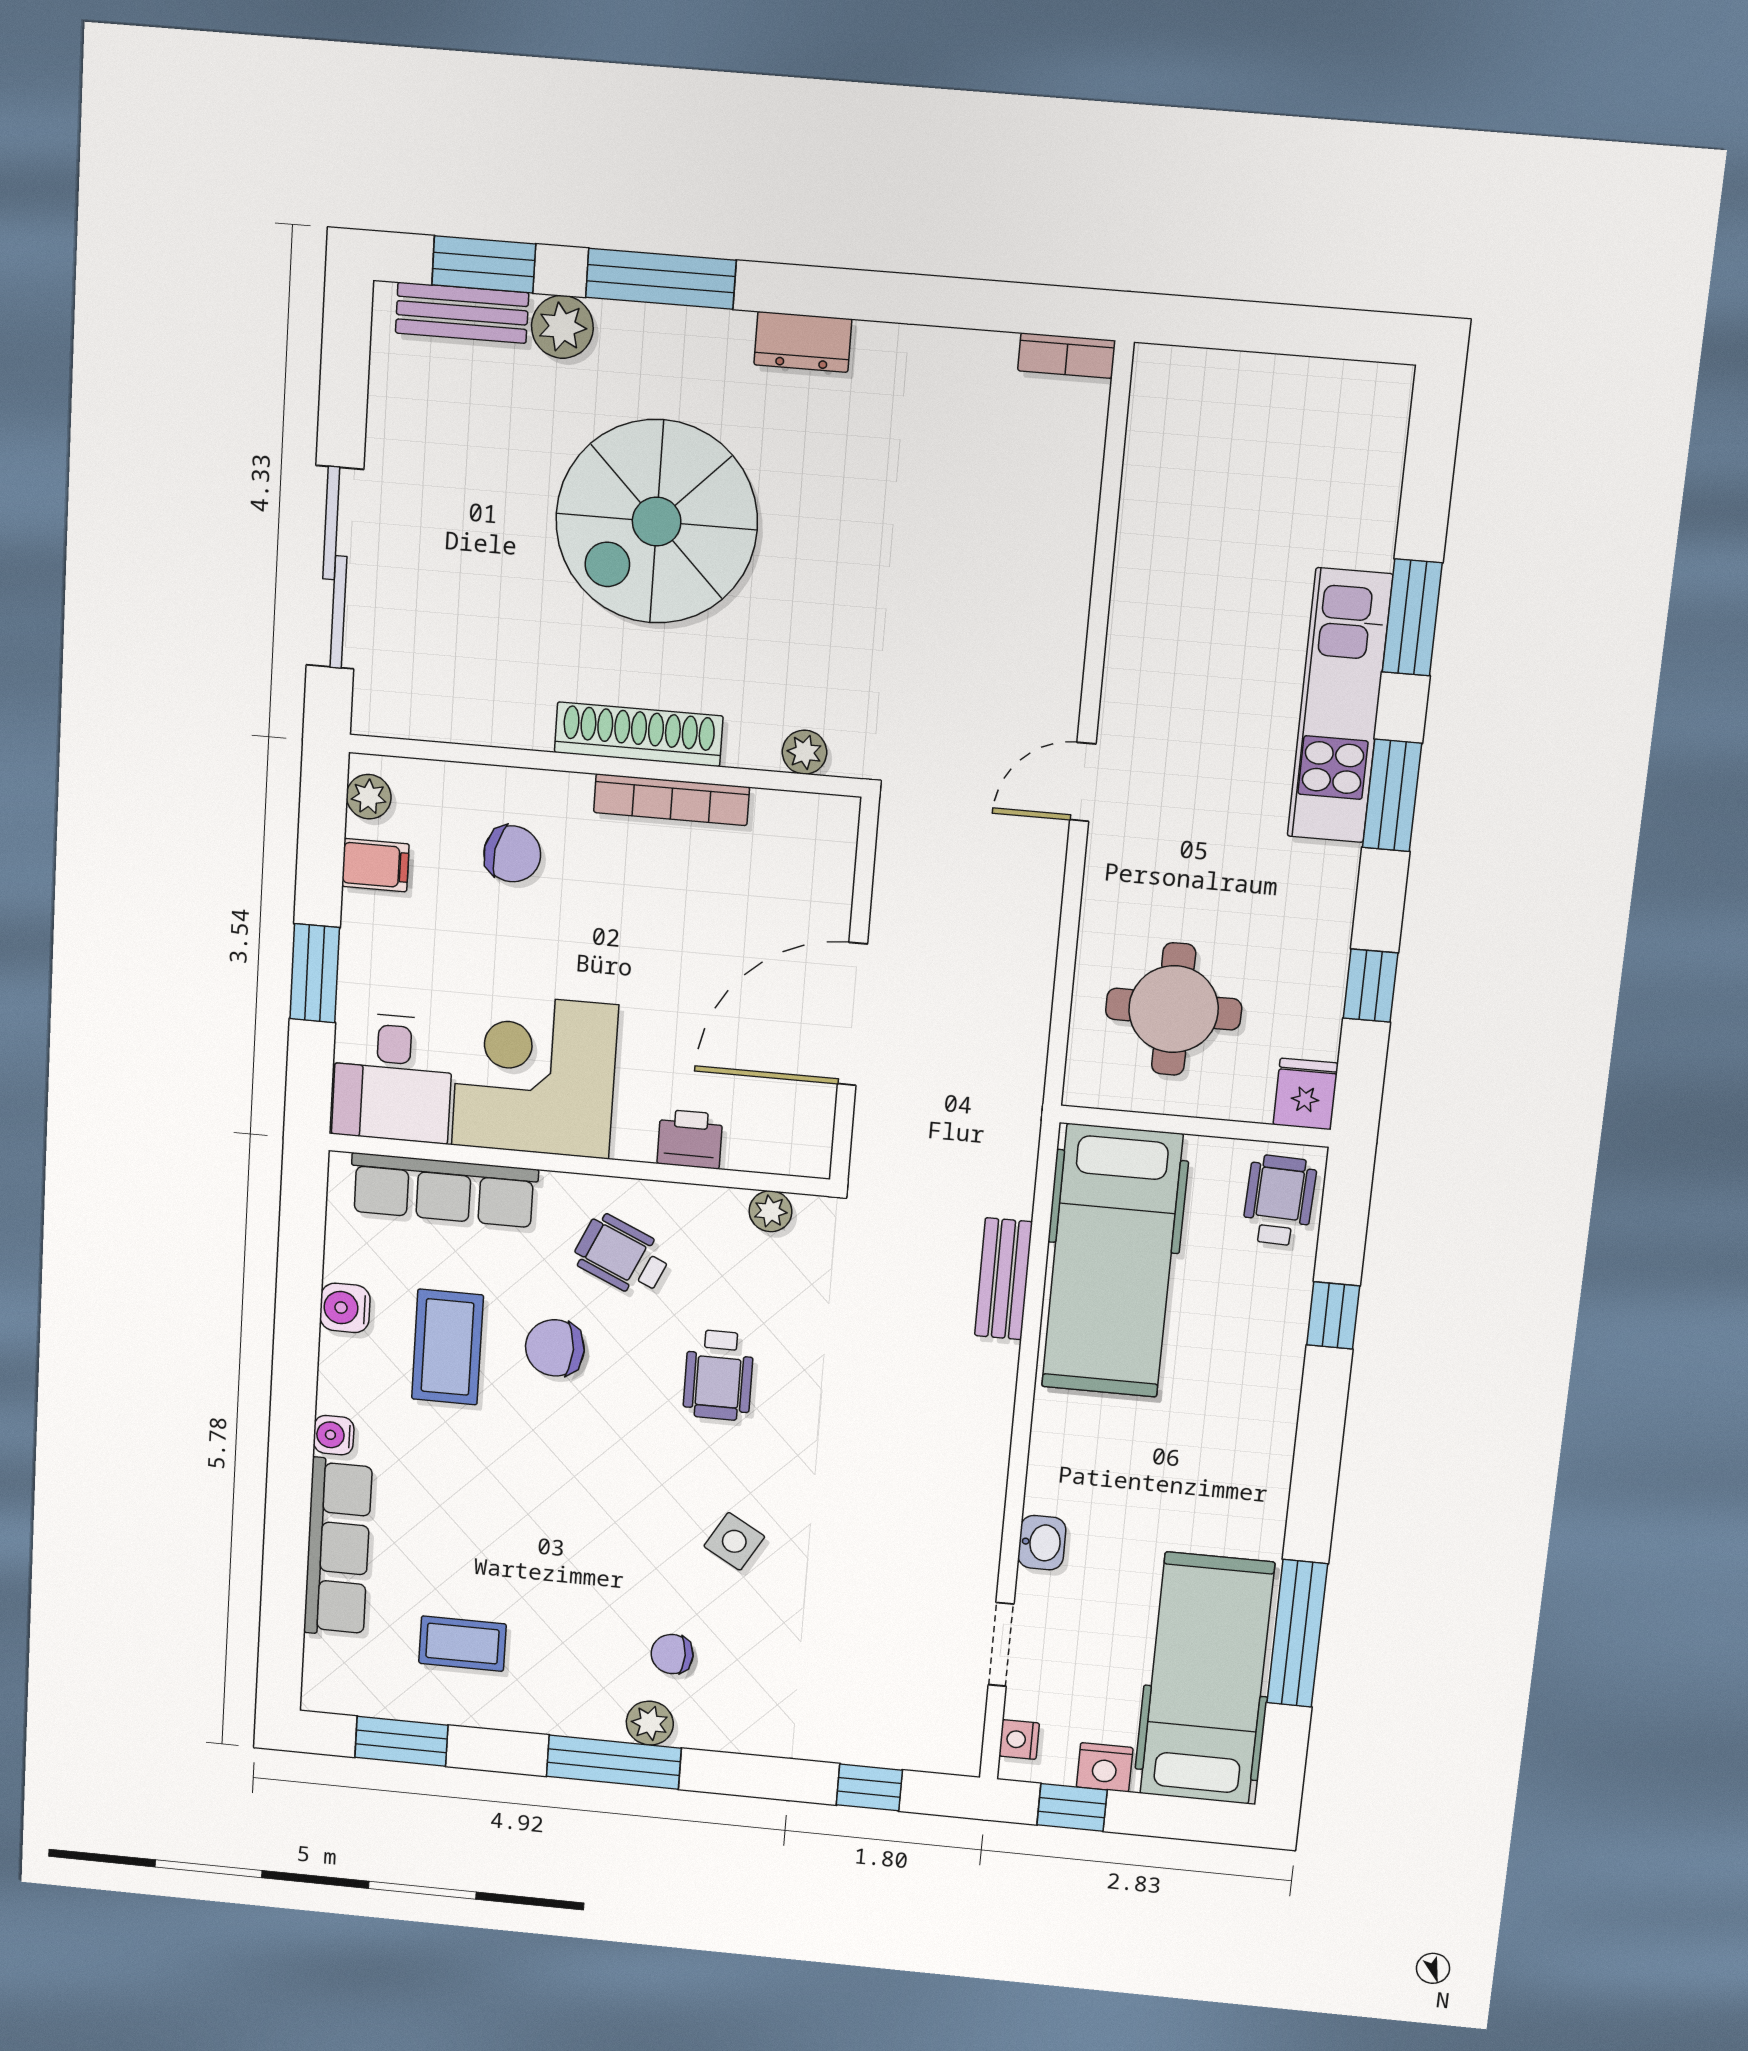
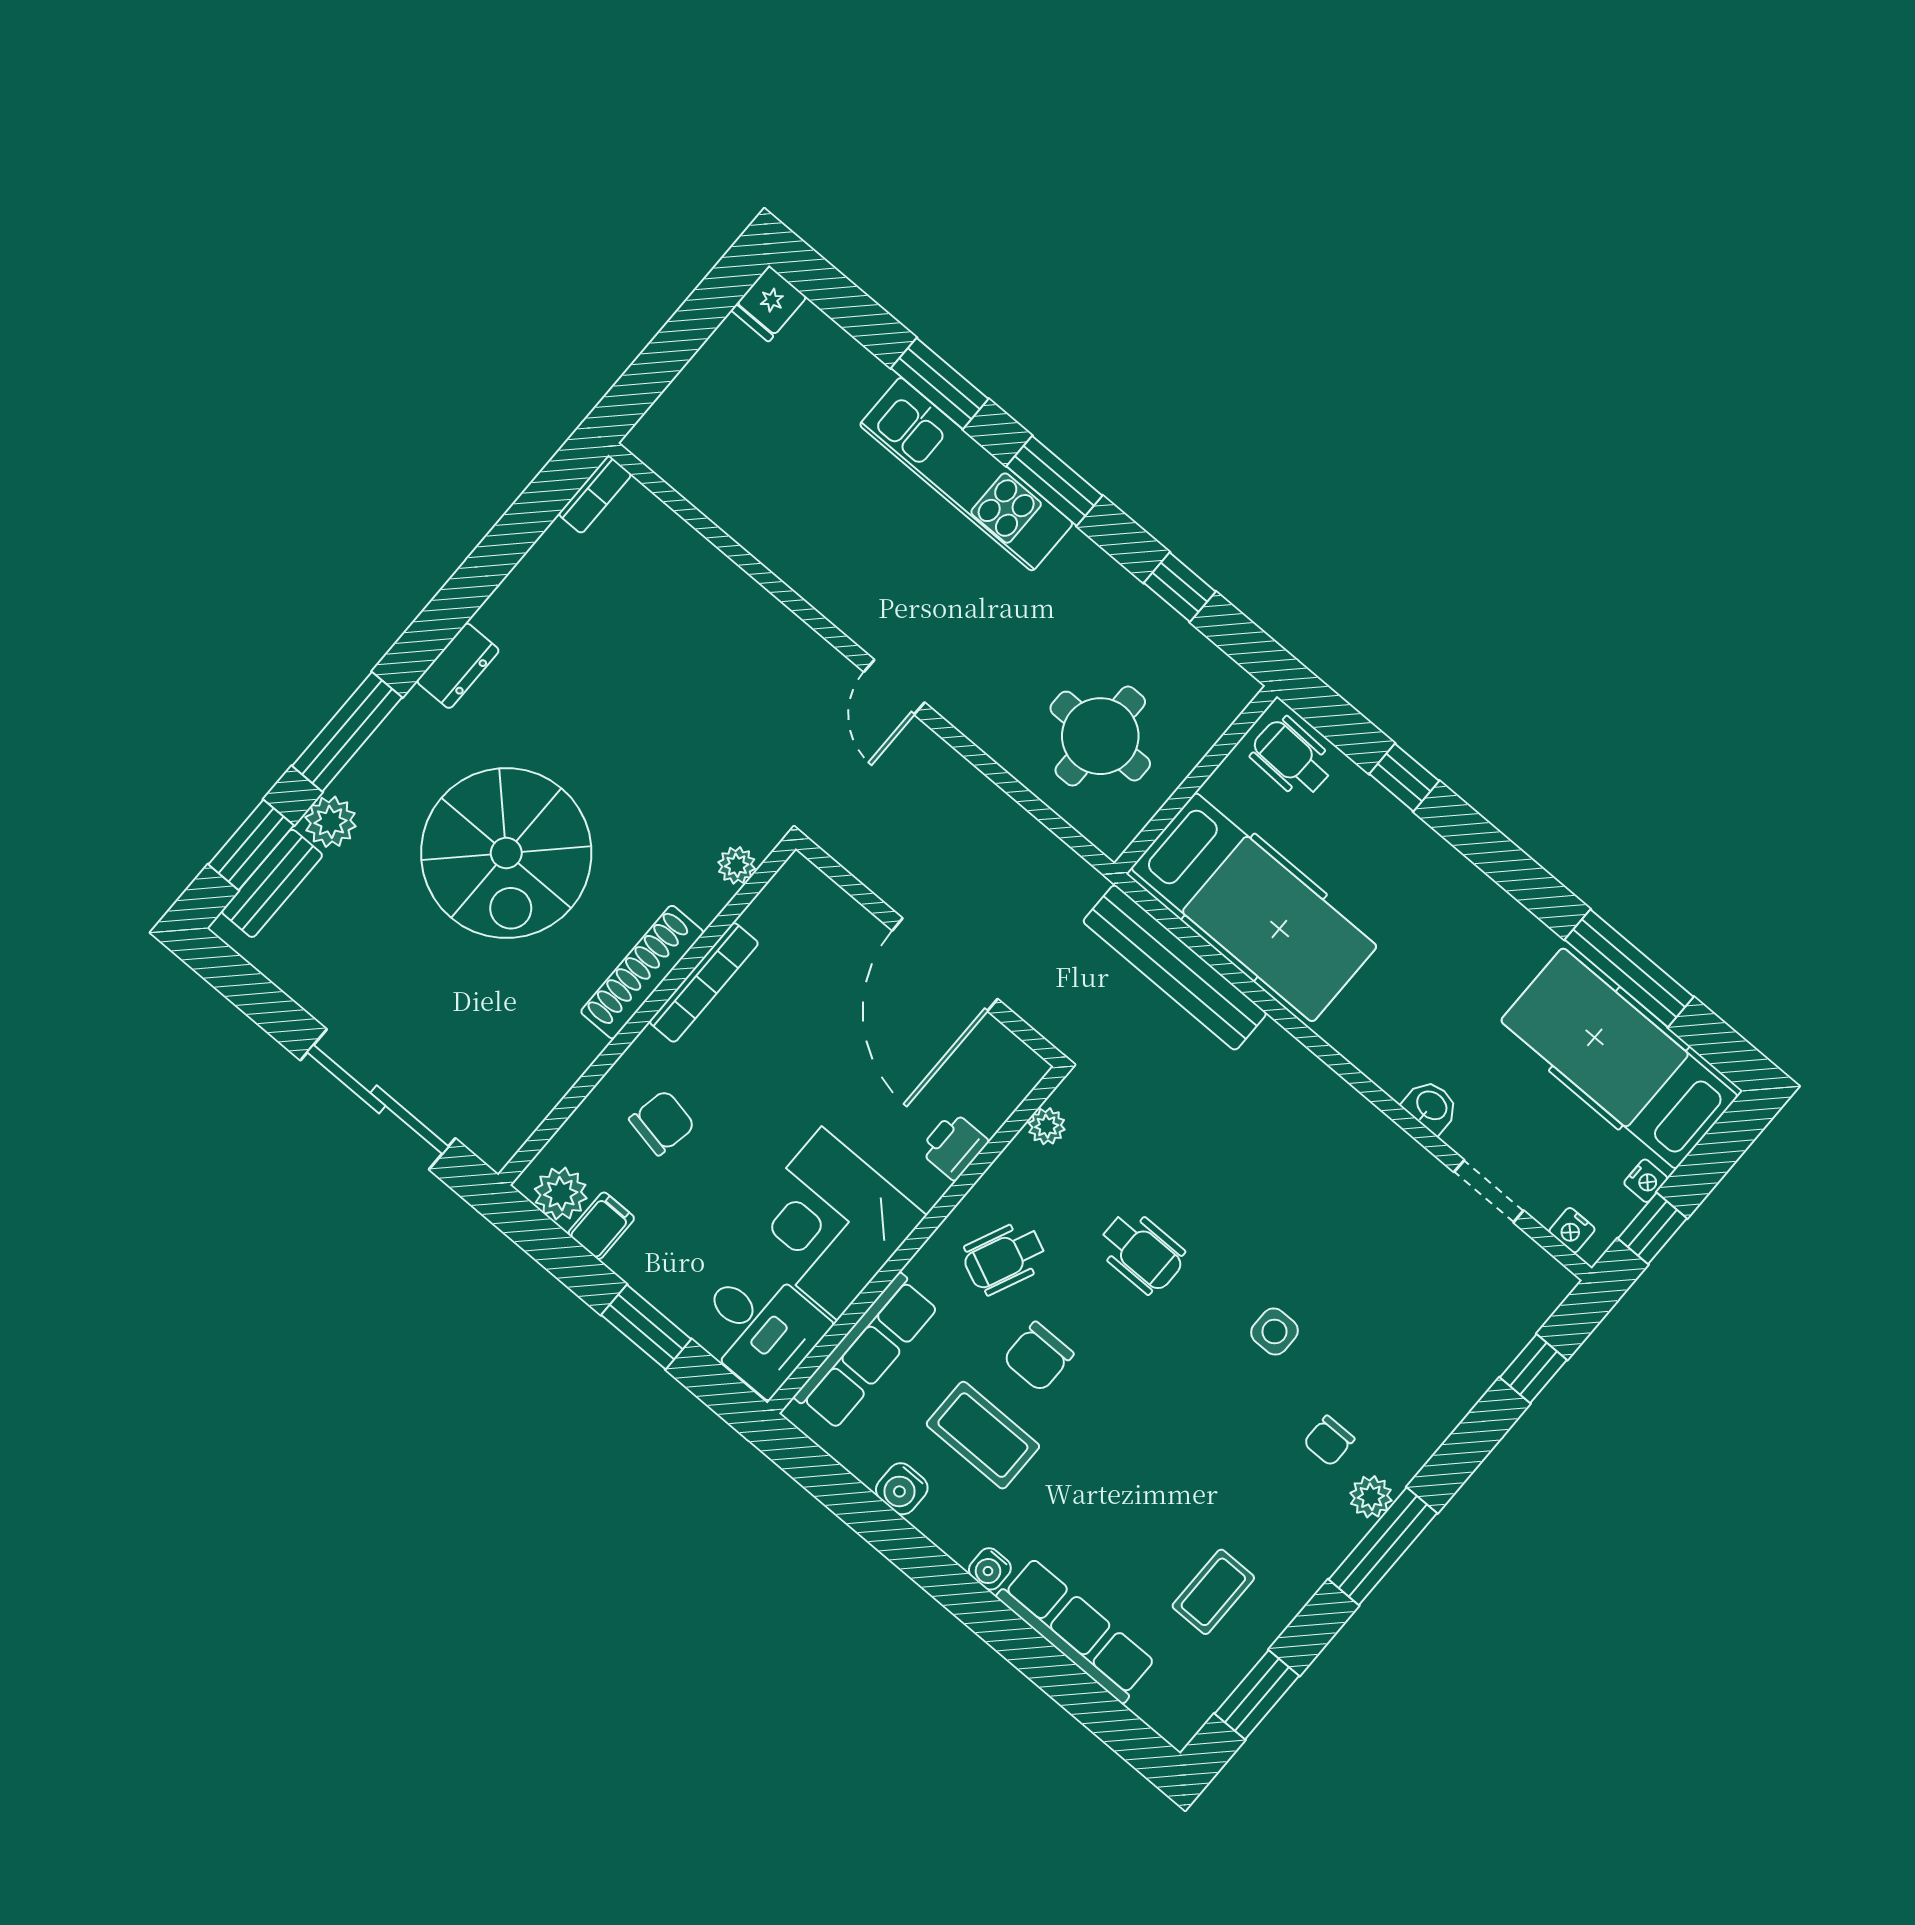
plant: (369, 797) -> (561, 1194), width x1.38, depth x1.38
fridge: (1306, 1094) -> (769, 304), moved, turned -90
bench: (1004, 1279) -> (1175, 967), width x1.86, depth x1.21
side table: (734, 1541) -> (1274, 1332), turned -30
nightstand: (1105, 1767) -> (1646, 1181), width x0.72, depth x0.74

